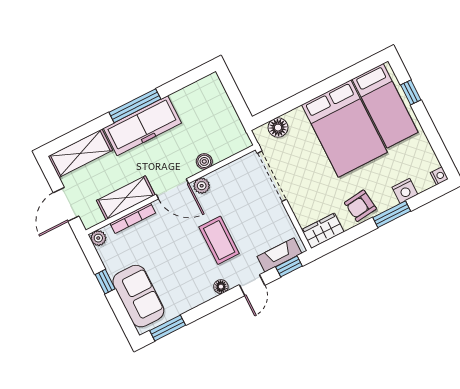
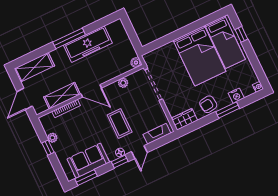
freezer: (142, 126) -> (88, 44), moved
floor lamp: (278, 128) -> (158, 54), removed
boiler: (204, 161) -> (136, 63), moved
plant: (202, 186) -> (123, 83), moved
plant: (98, 238) -> (52, 138), moved
window: (289, 266) -> (120, 162), moved
sofa: (138, 296) -> (88, 161), moved, turned -90

